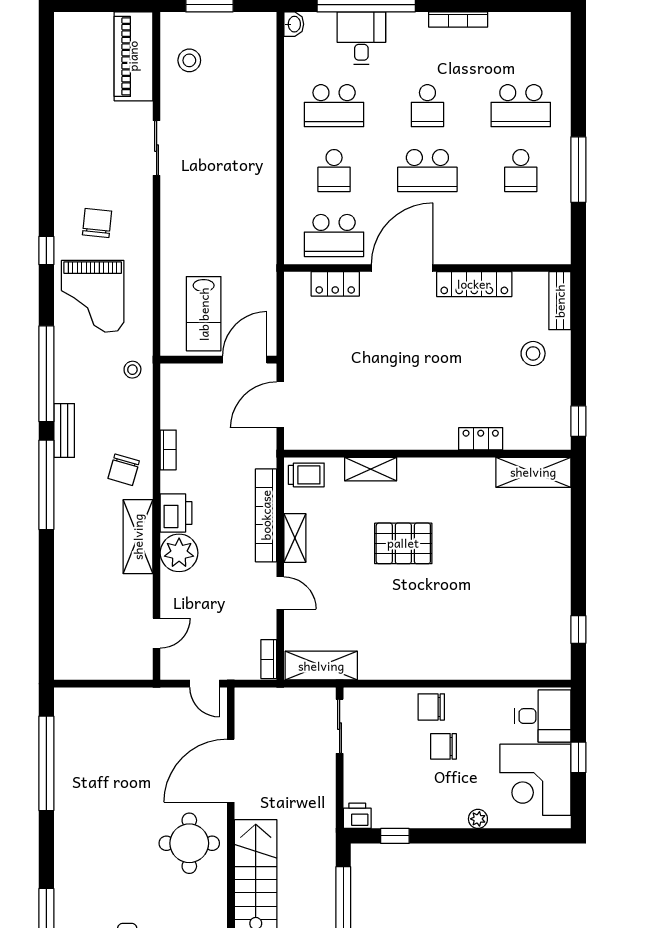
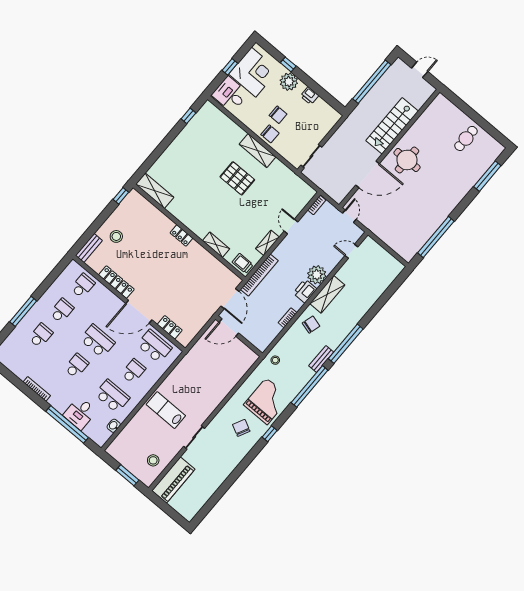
washbasin: (294, 24) -> (114, 426), moved
school desk: (521, 106) -> (41, 335), width x0.54
window: (578, 170) -> (23, 311), moved
chair: (97, 223) -> (241, 428), turned 111
school desk: (521, 235) -> (83, 286), added
lab bench: (204, 314) -> (166, 410), moved, turned -90
door: (280, 405) -> (230, 299), hinge flipped
locker: (481, 439) -> (181, 235), moved
bookcase: (266, 515) -> (259, 275), moved
pallet: (403, 543) -> (237, 178), moved
shelving: (321, 666) -> (258, 151), moved
printer: (357, 816) -> (309, 96), moved
plant: (478, 819) -> (289, 82), width x1.88, depth x1.88
window: (395, 836) -> (288, 64), moved

